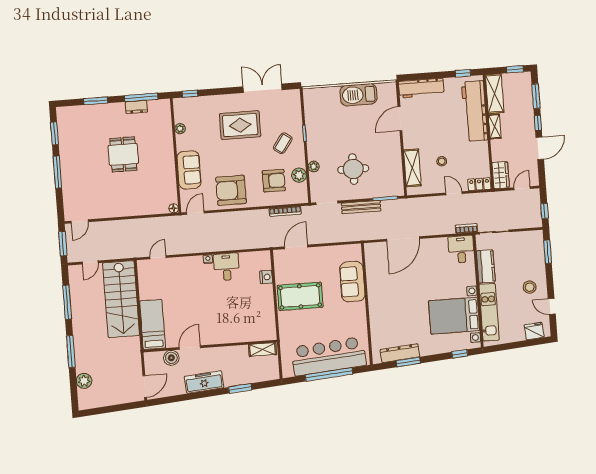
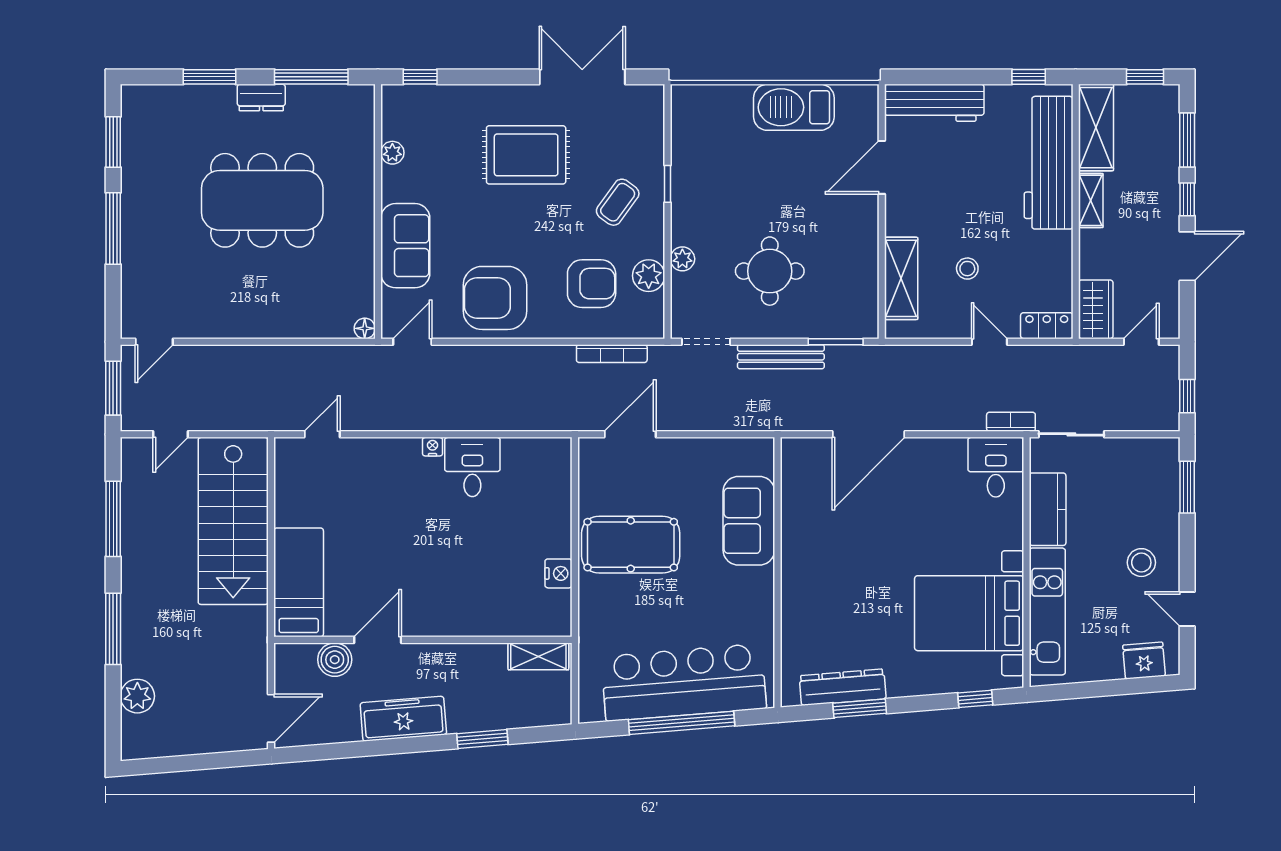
dresser: (136, 107) -> (261, 97), moved
dining table: (123, 154) -> (262, 200), width x1.88, depth x1.24
nightstand: (266, 277) -> (559, 573), moved

